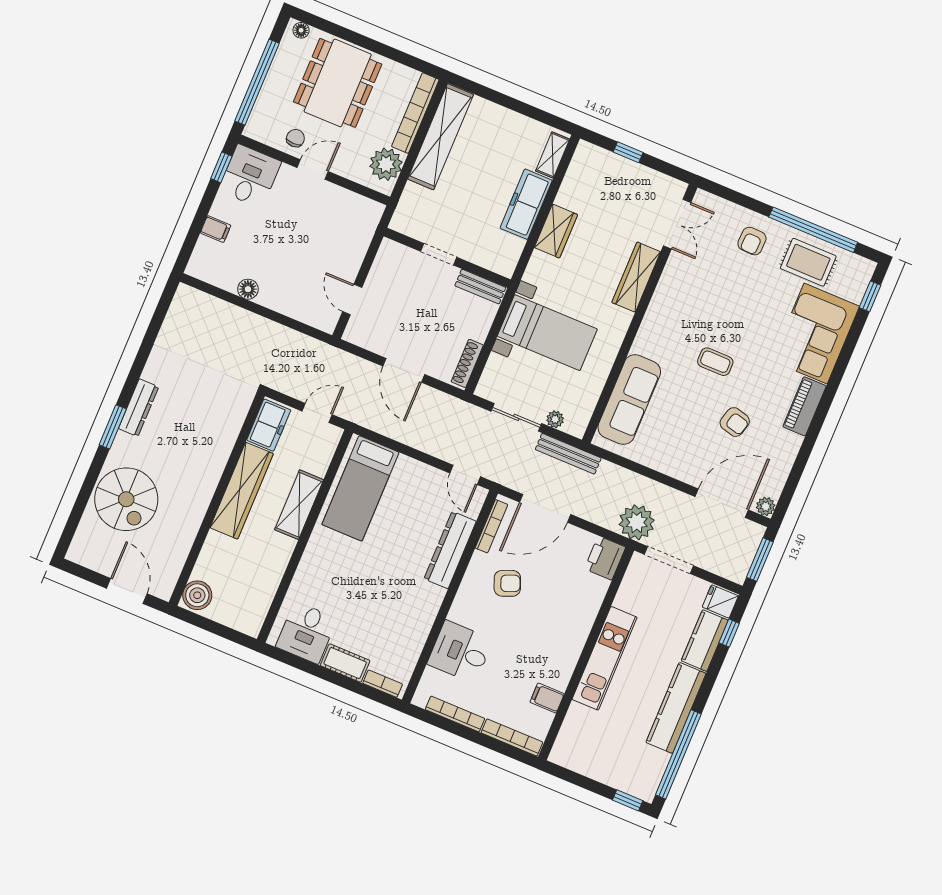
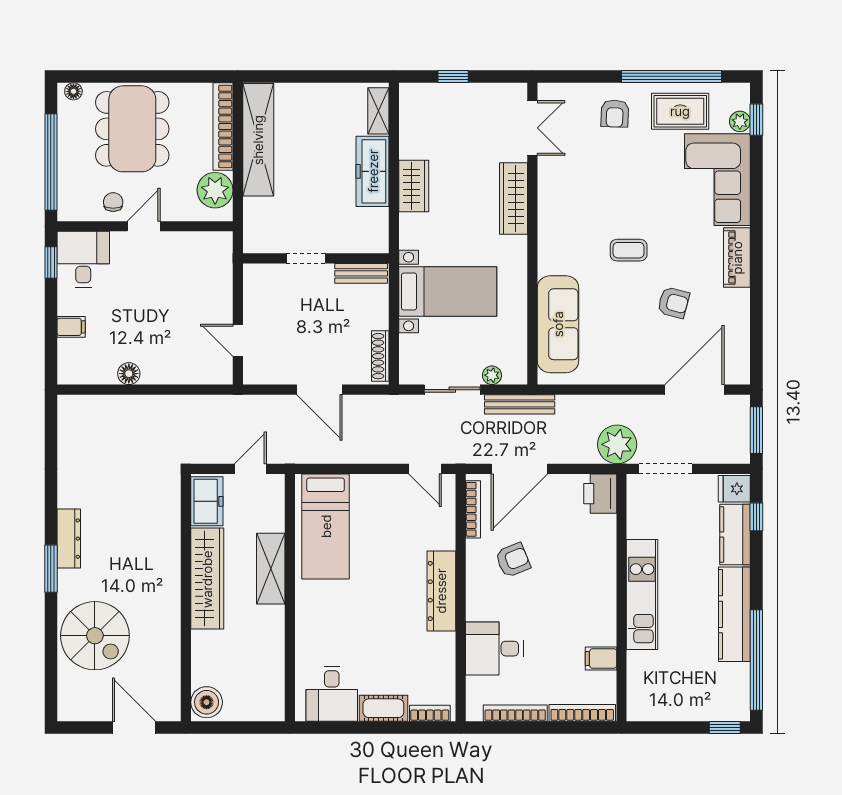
plant: (766, 506) -> (740, 121), moved
dresser: (450, 550) -> (441, 591), moved

